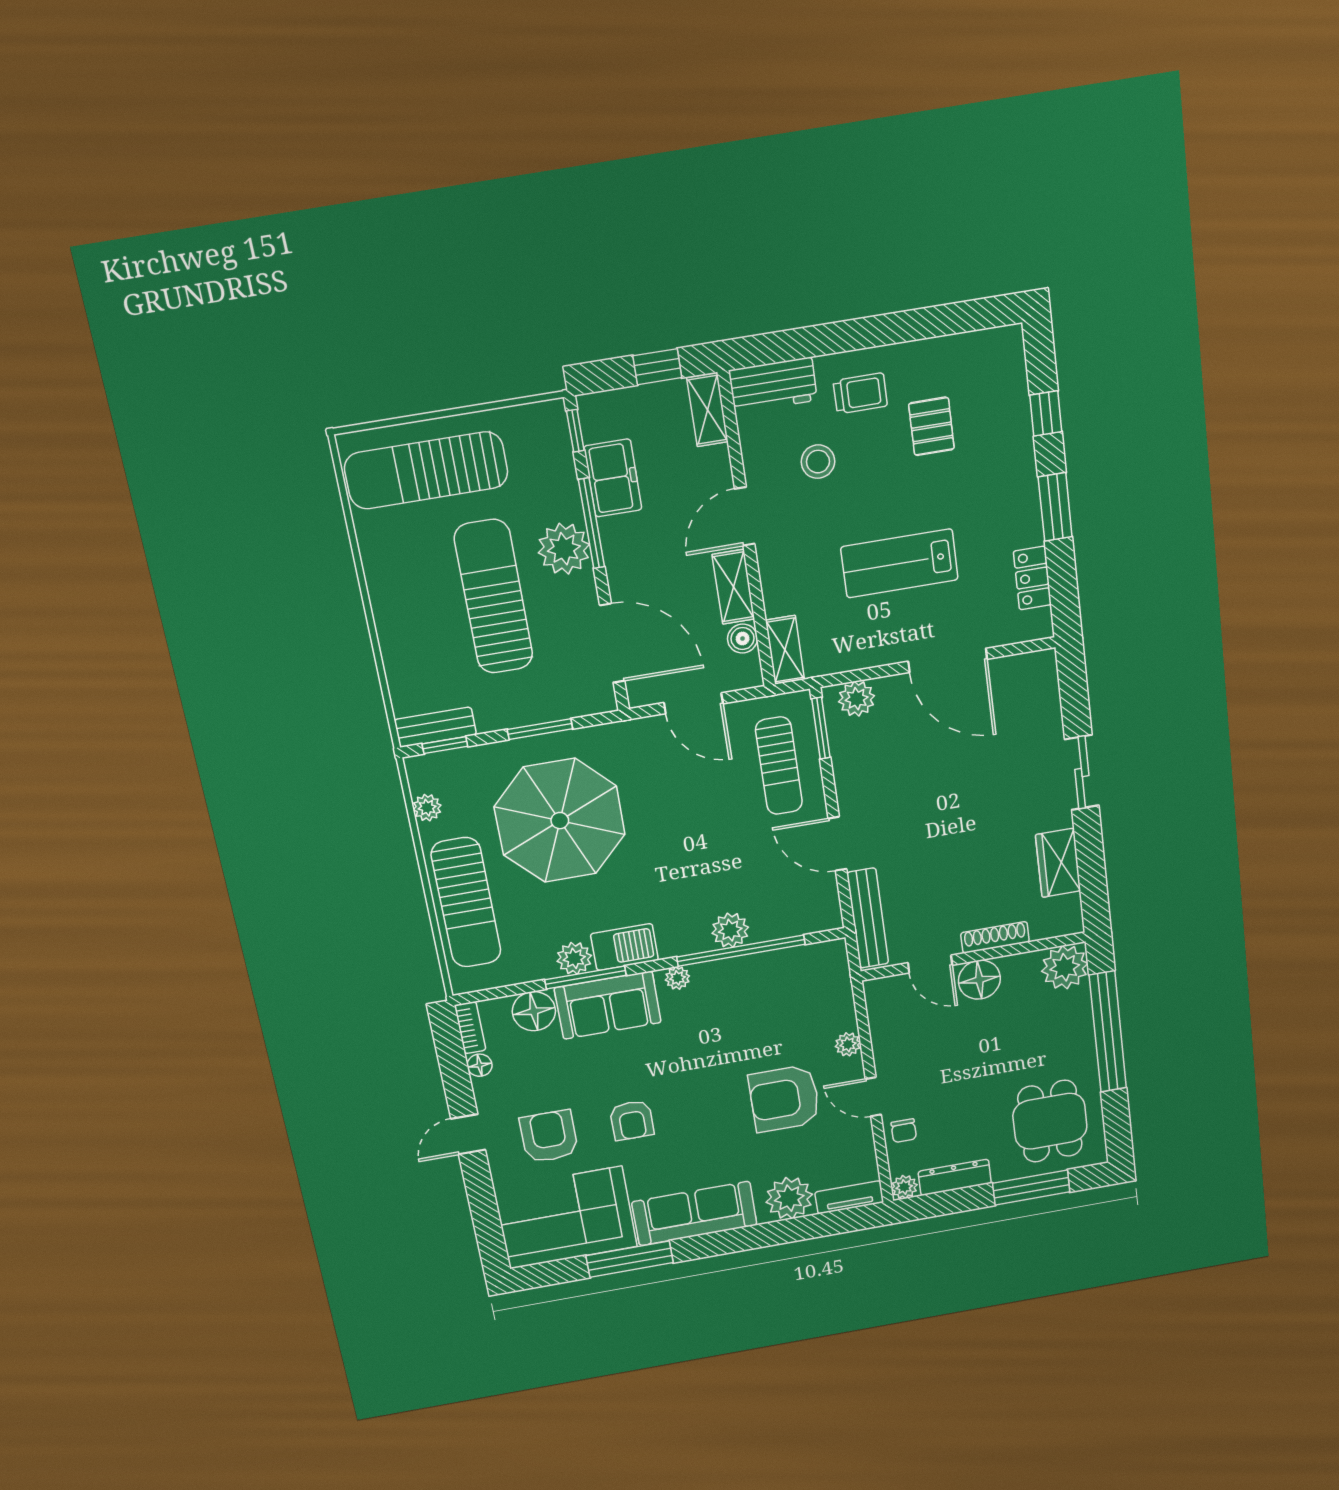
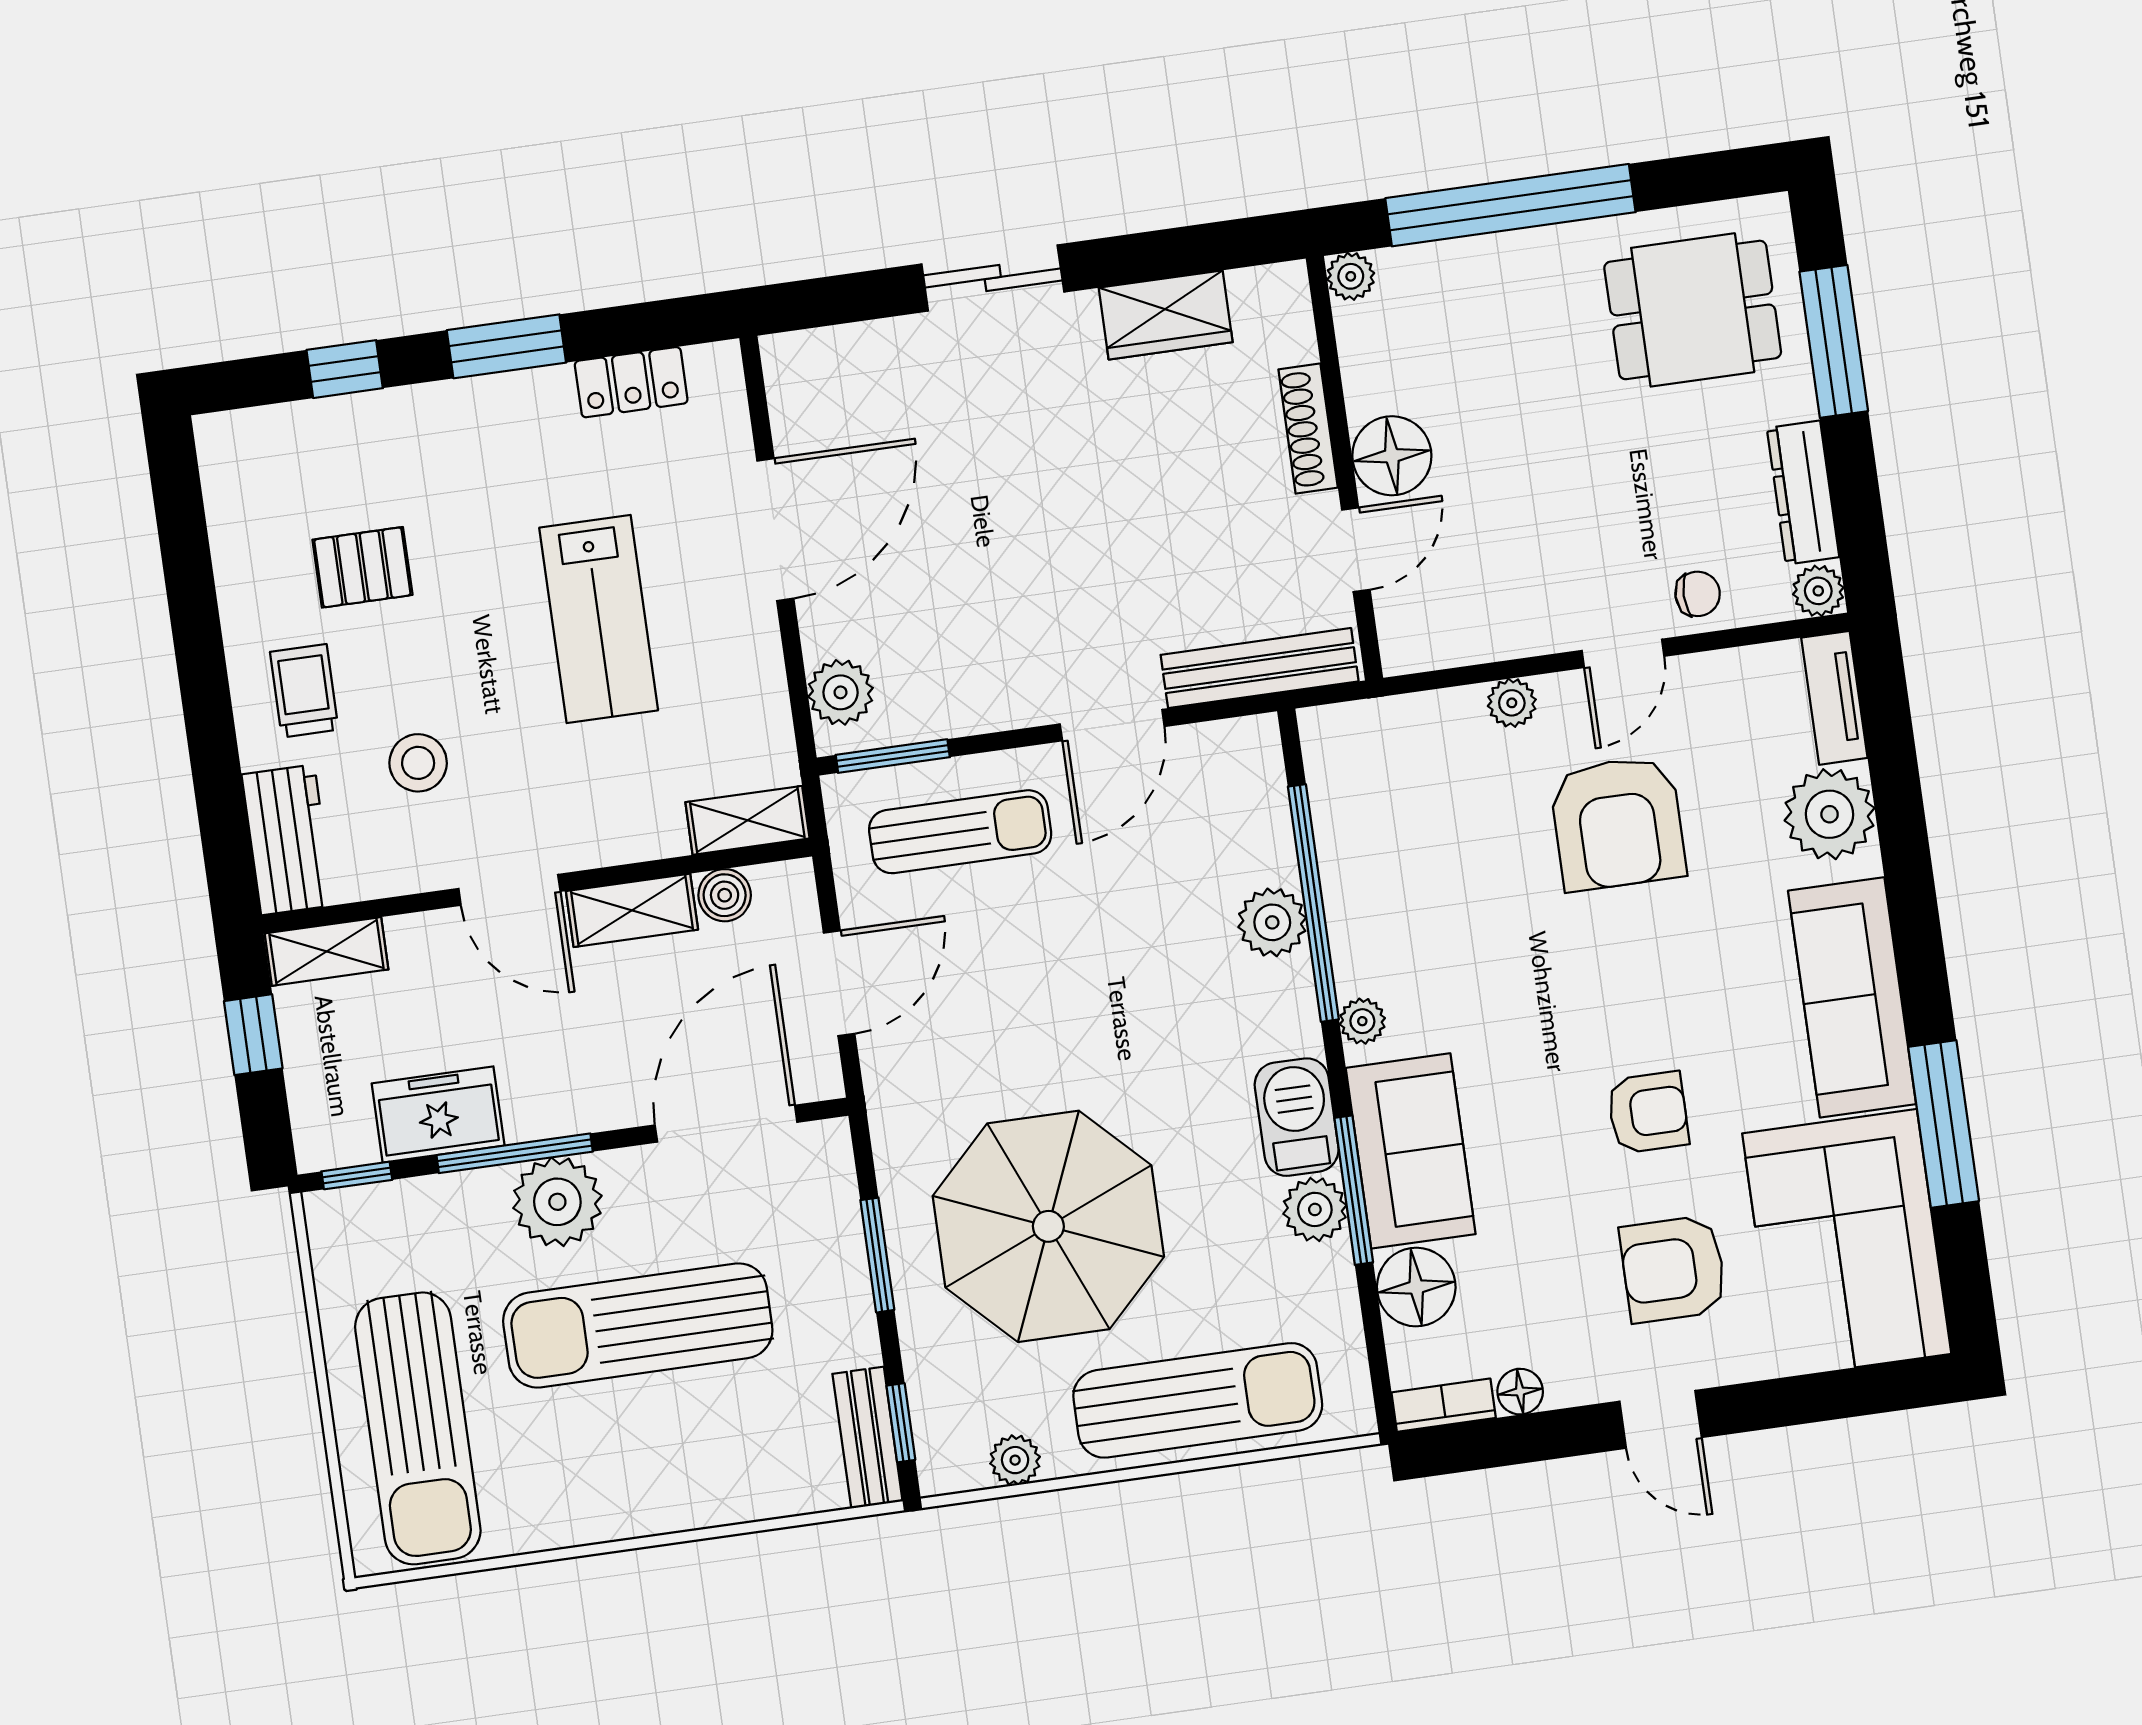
plant: (1065, 967) -> (1351, 276), width x0.53, depth x0.53

